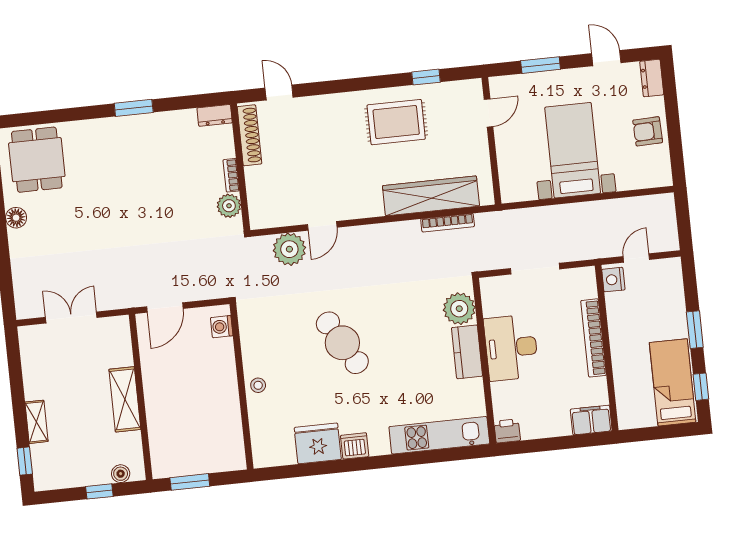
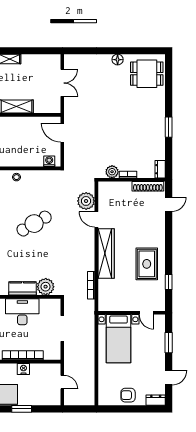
armchair: (648, 131) -> (128, 395), turned -88
bed with nightstands: (573, 150) -> (118, 339), moved, turned 90
wardrobe: (431, 196) -> (106, 253), moved
nightstand: (613, 280) -> (23, 369), moved

